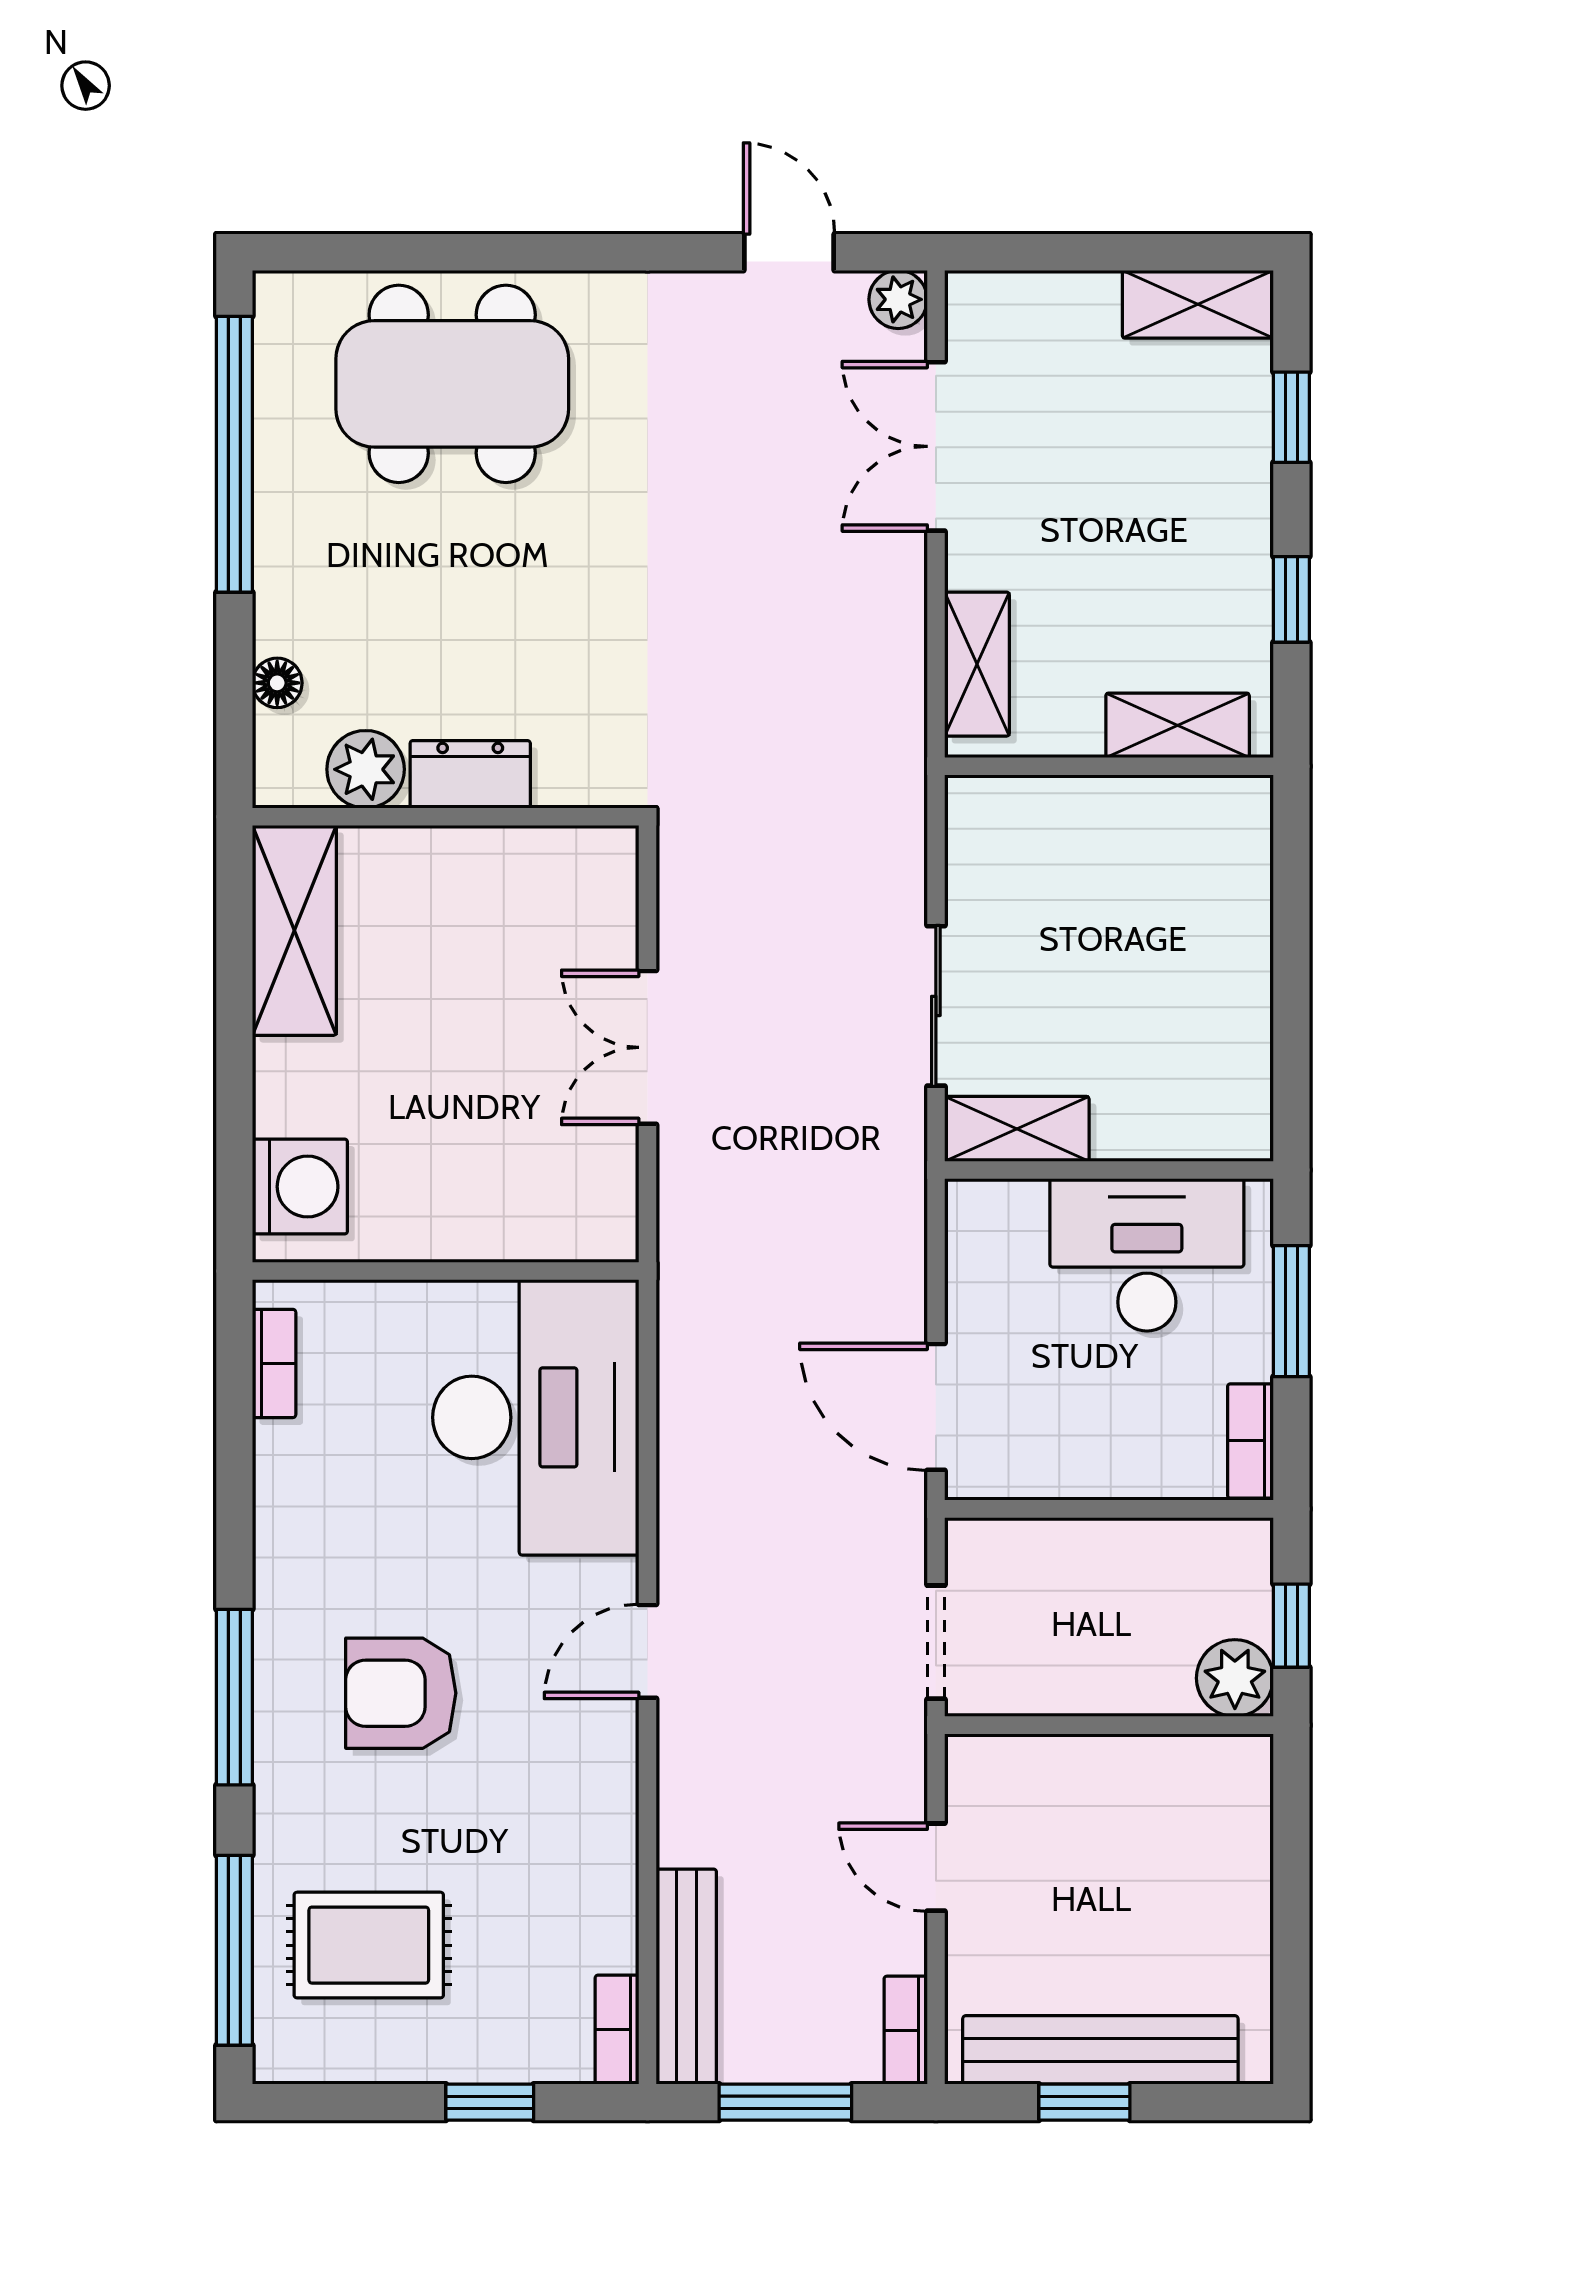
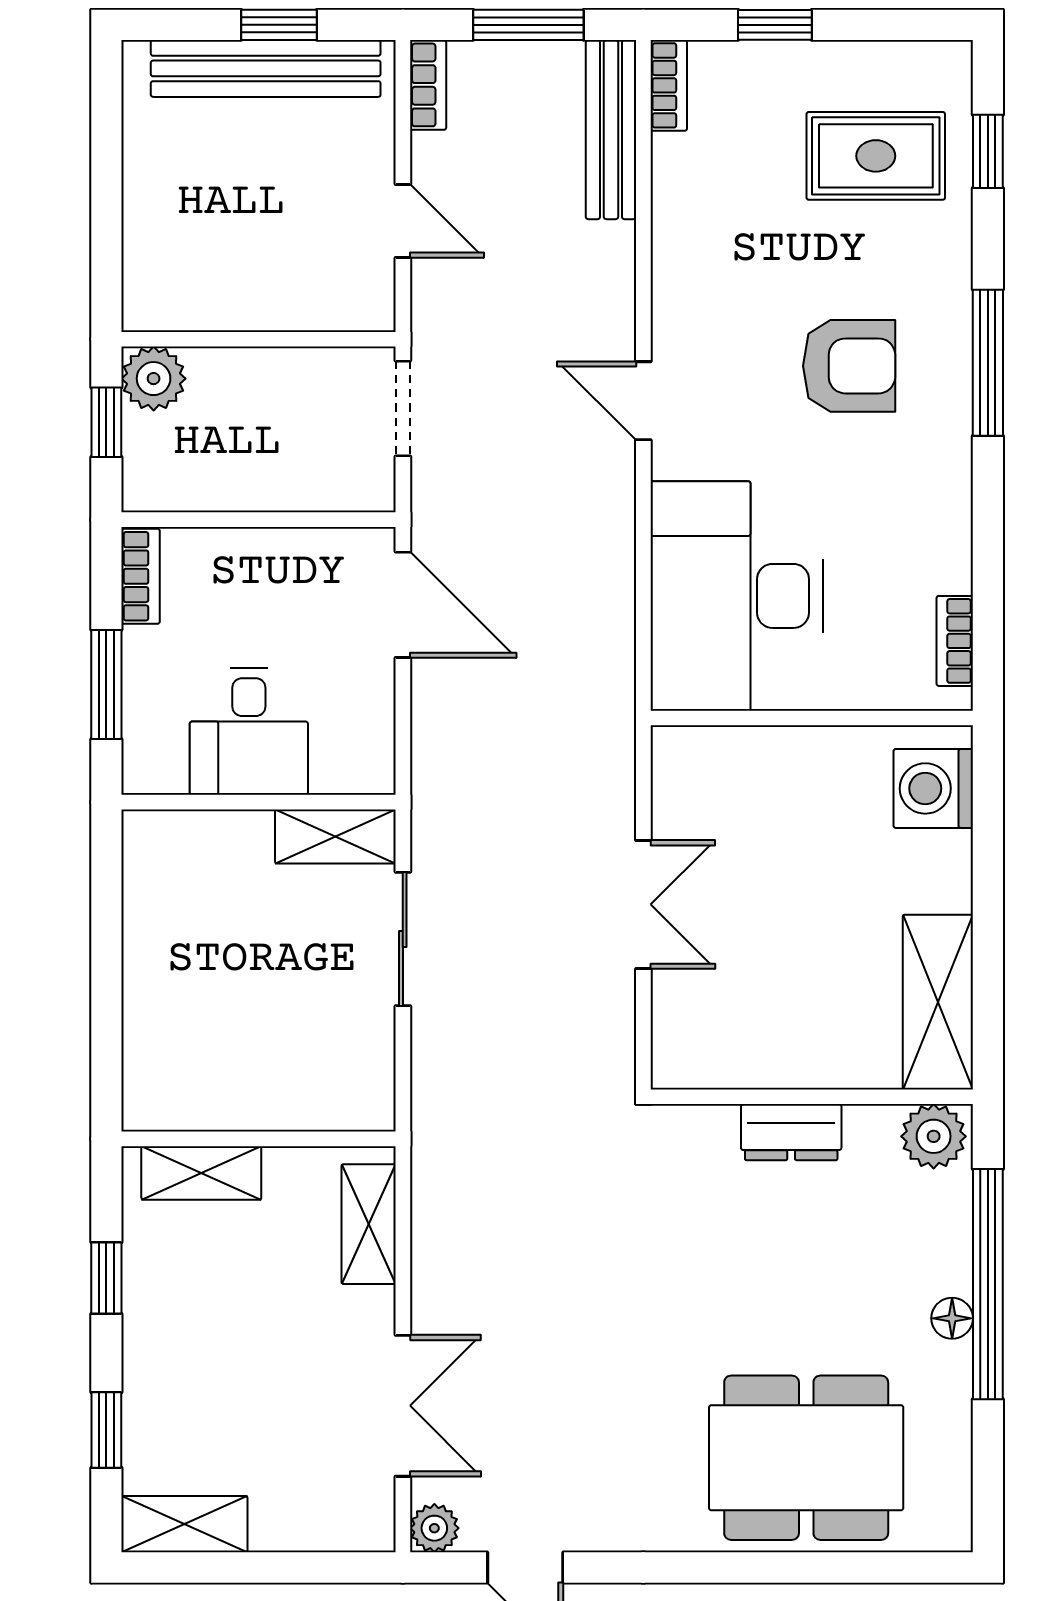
window: (234, 454) -> (988, 1284), moved
floor lamp: (277, 683) -> (952, 1318), moved
plant: (366, 769) -> (934, 1136), moved
desk: (1147, 1255) -> (249, 731), width x0.73
door: (648, 1651) -> (643, 401), swing flipped
window: (234, 1950) -> (988, 151), width x0.46

